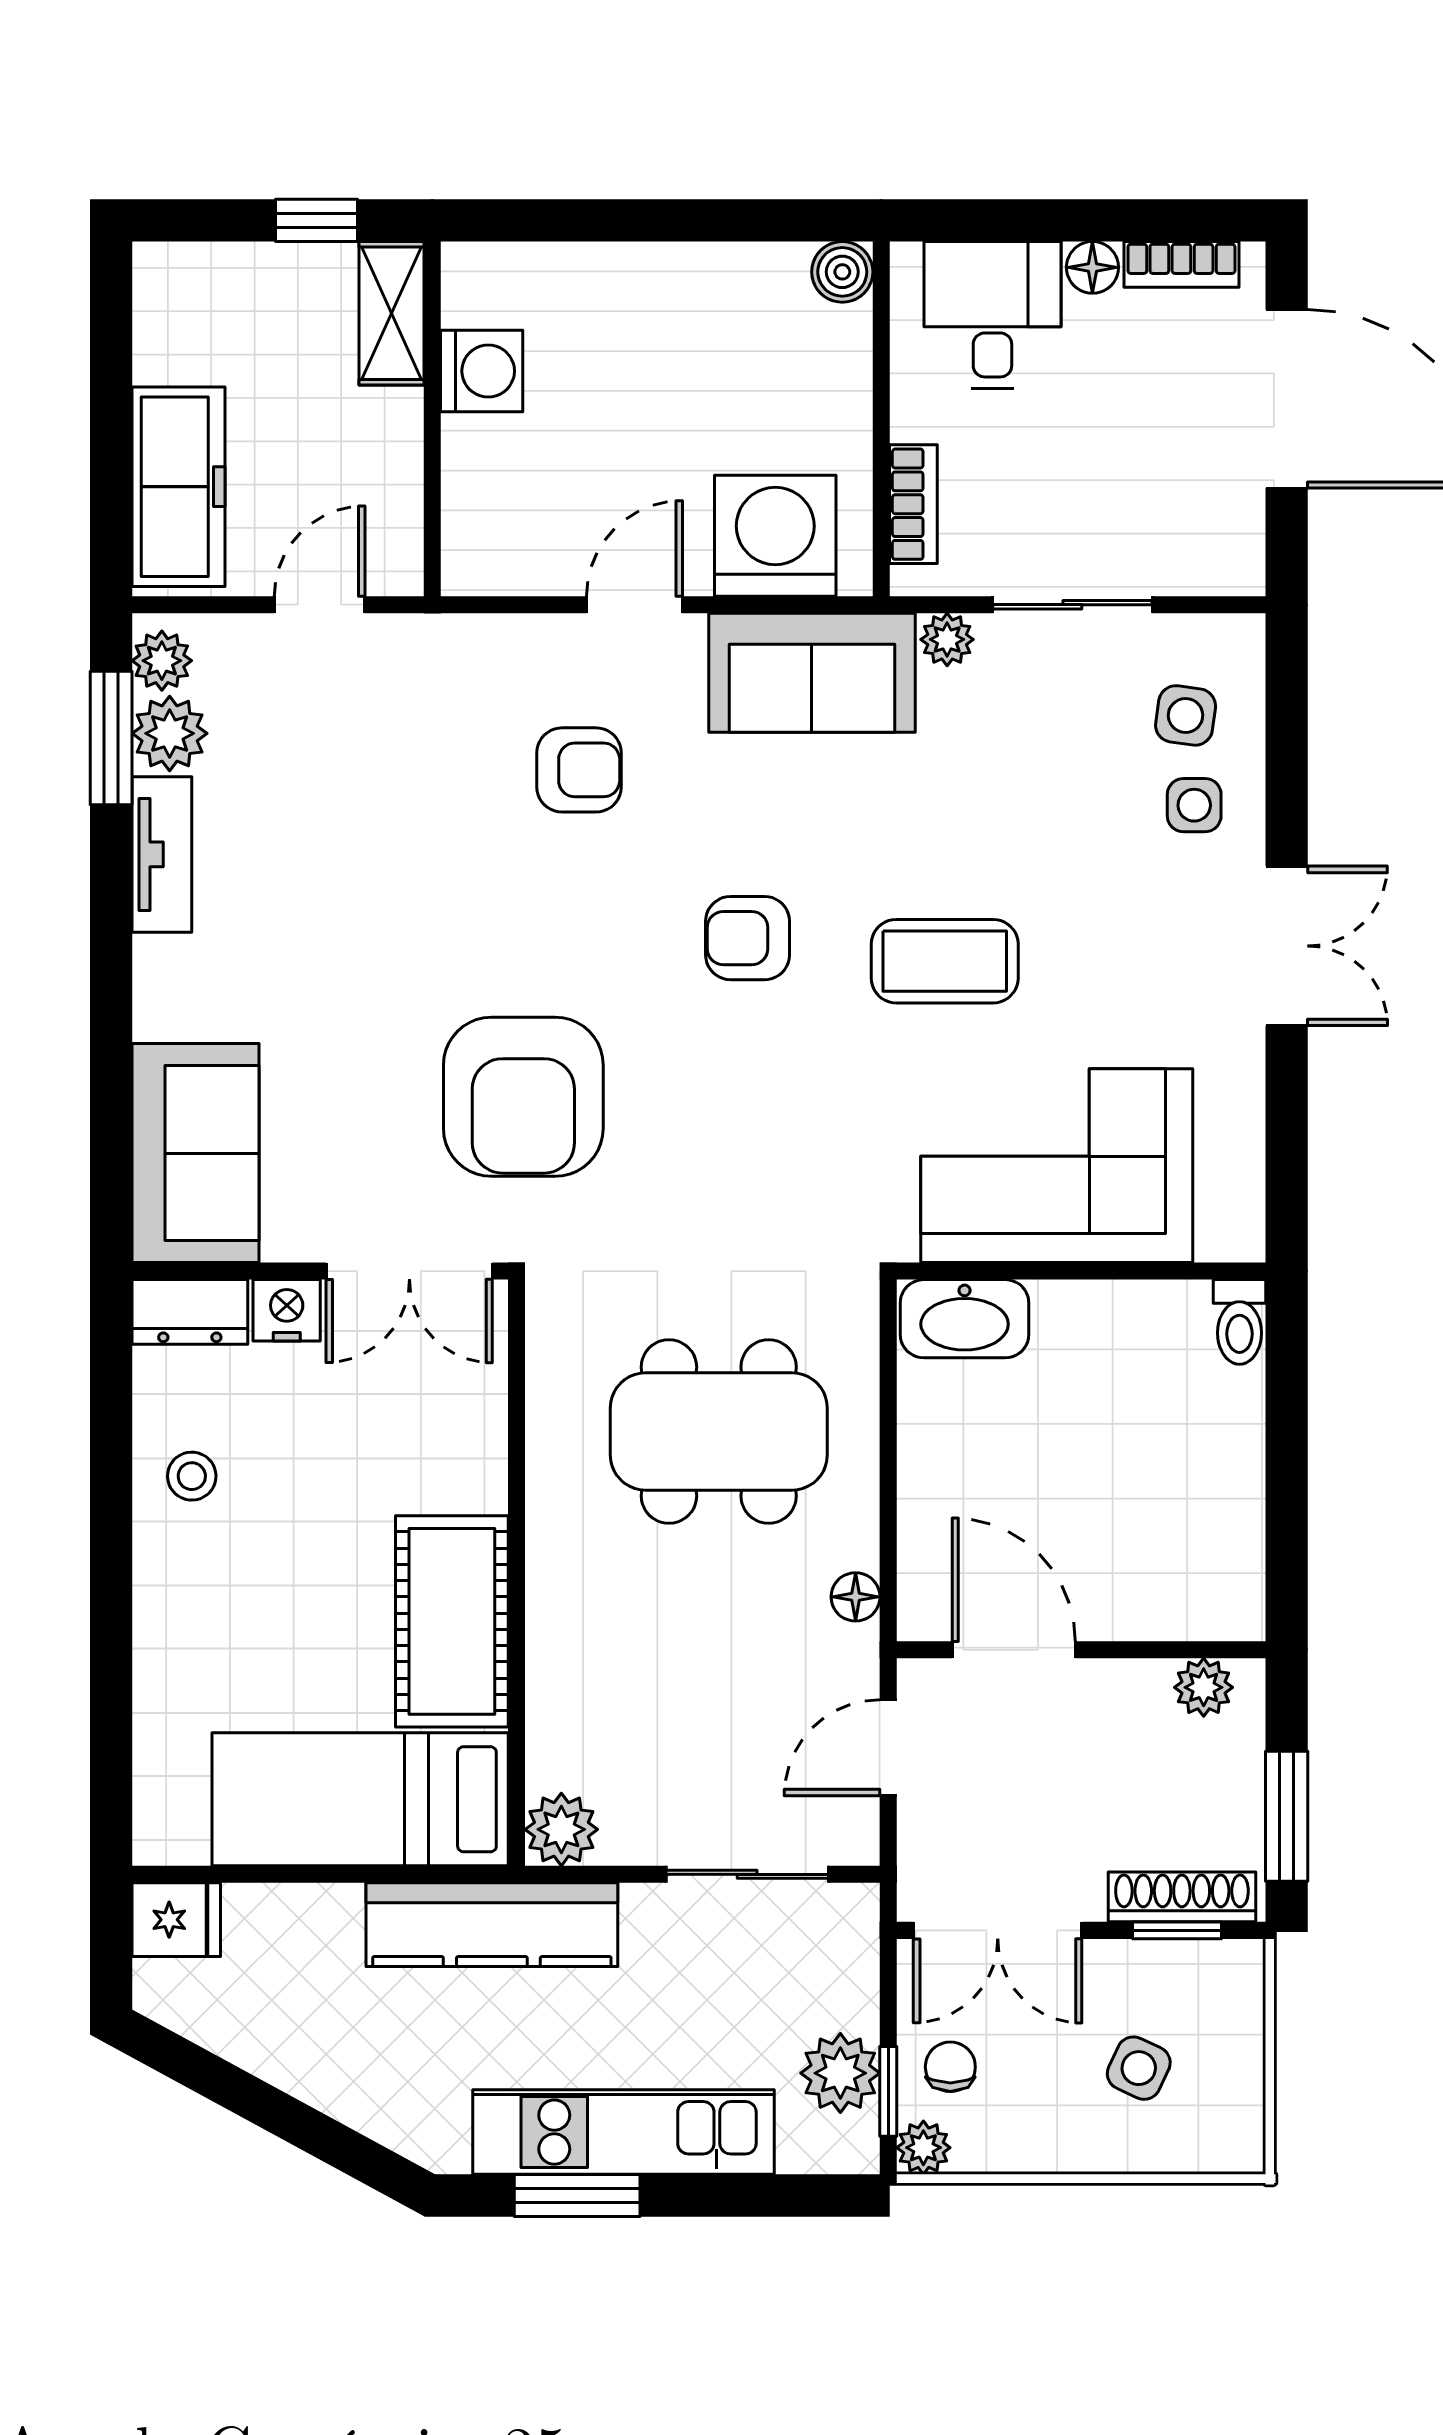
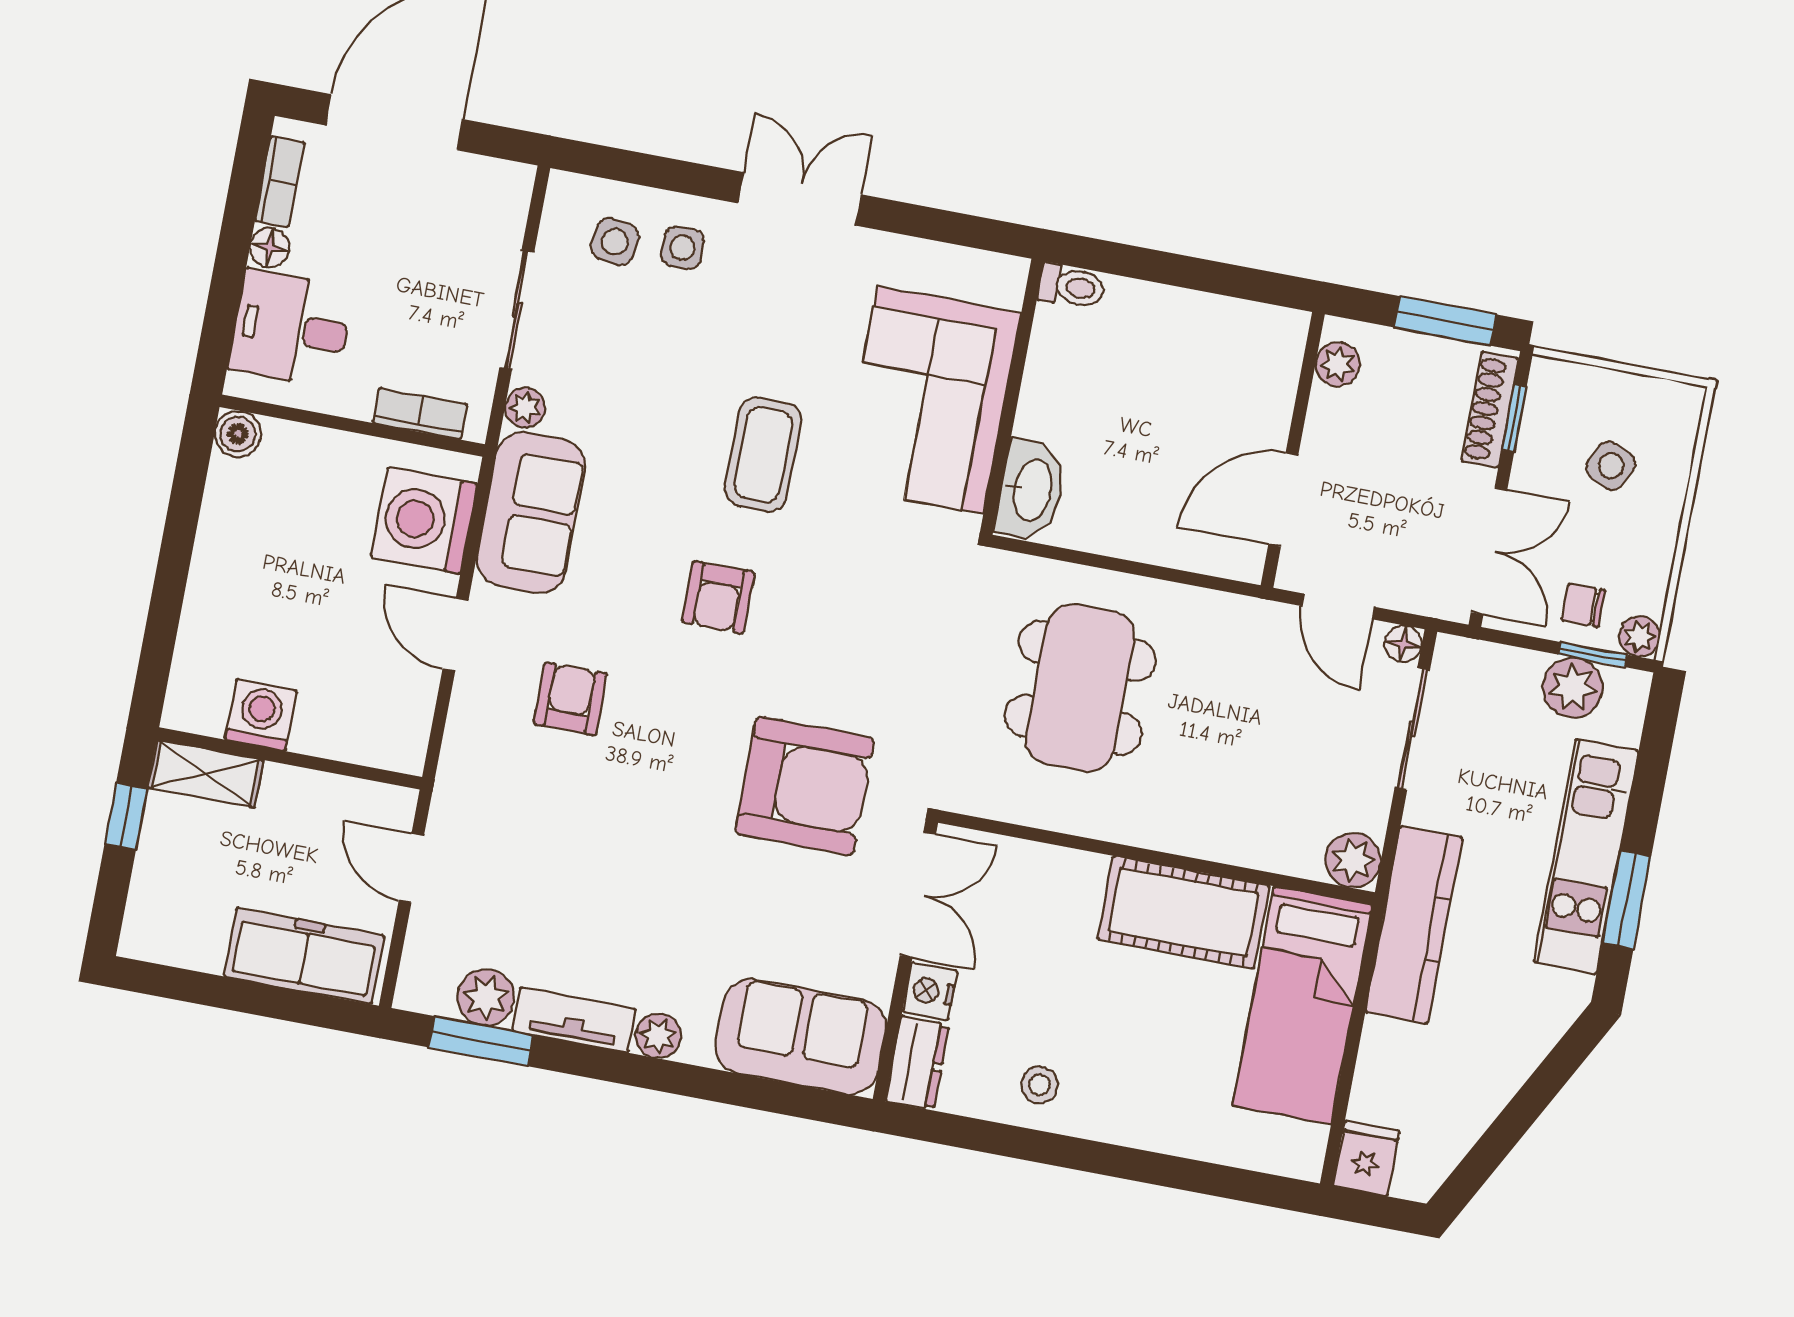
plant: (162, 661) -> (658, 1036), moved
floor lamp: (856, 1597) -> (1403, 644), moved

